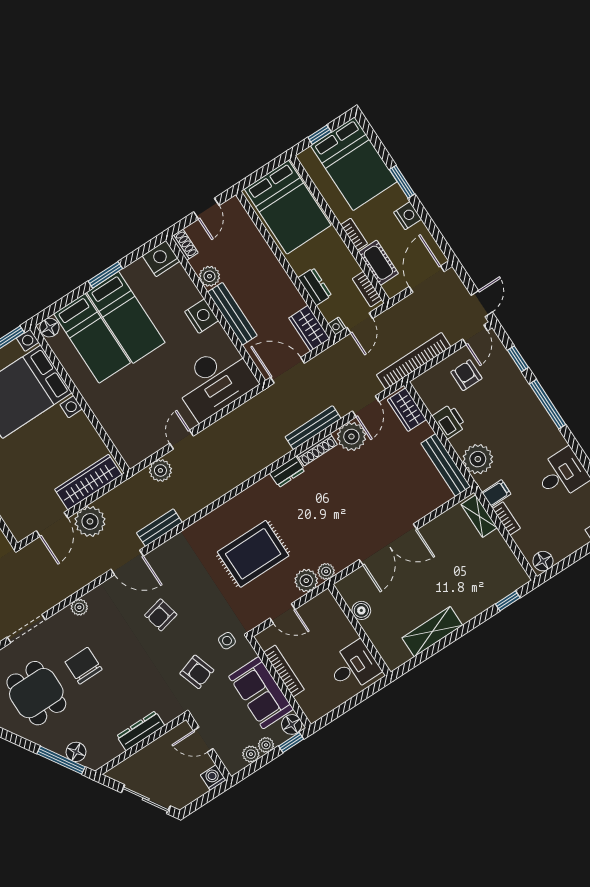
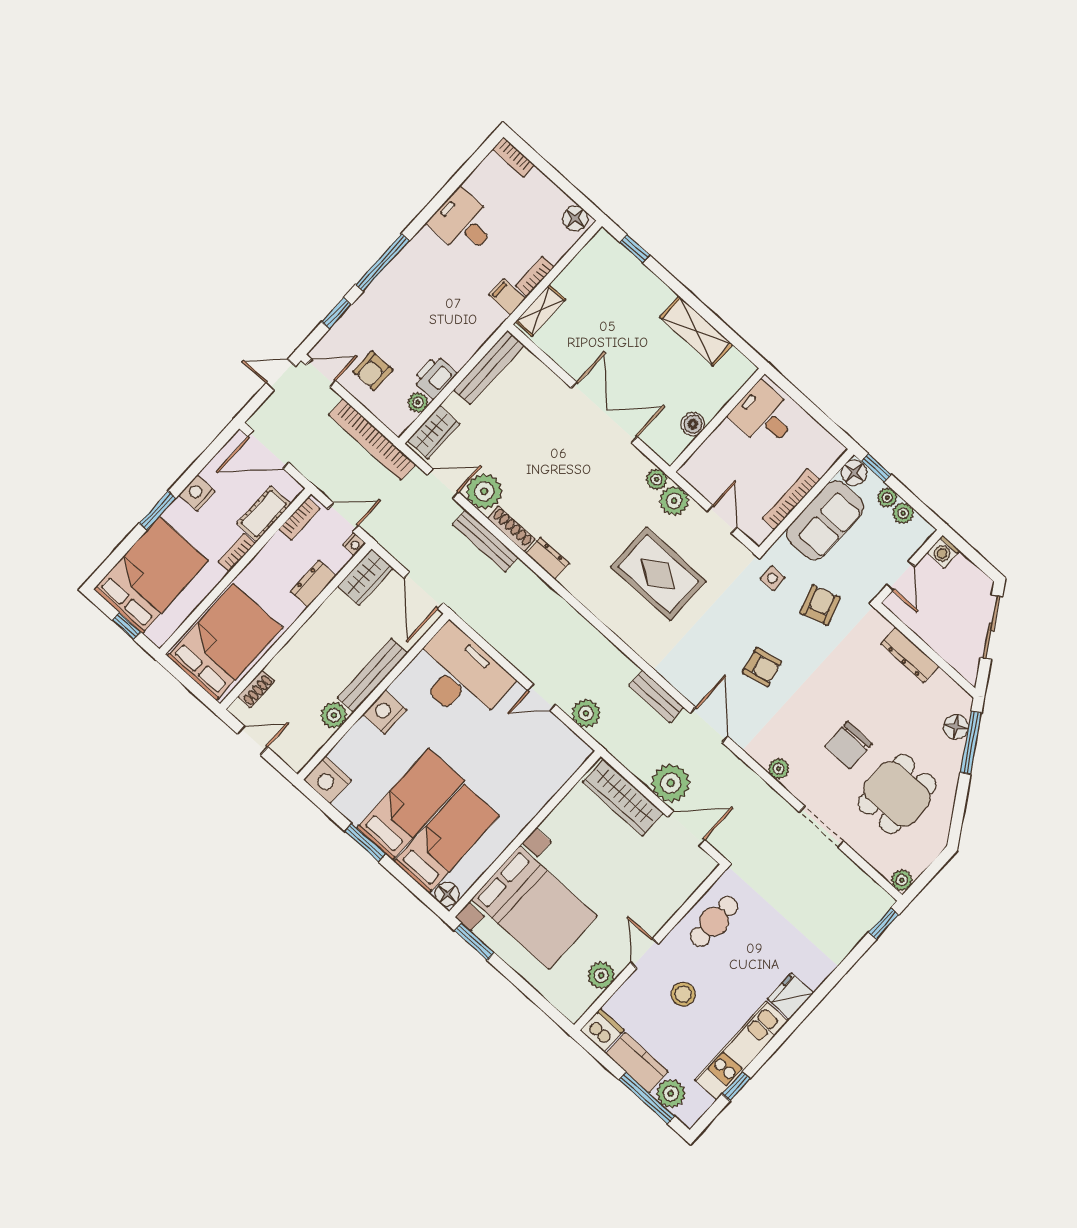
shoe rack: (185, 245) -> (256, 689), moved, turned 180
plant: (478, 459) -> (418, 402), moved, width x0.53, depth x0.53

